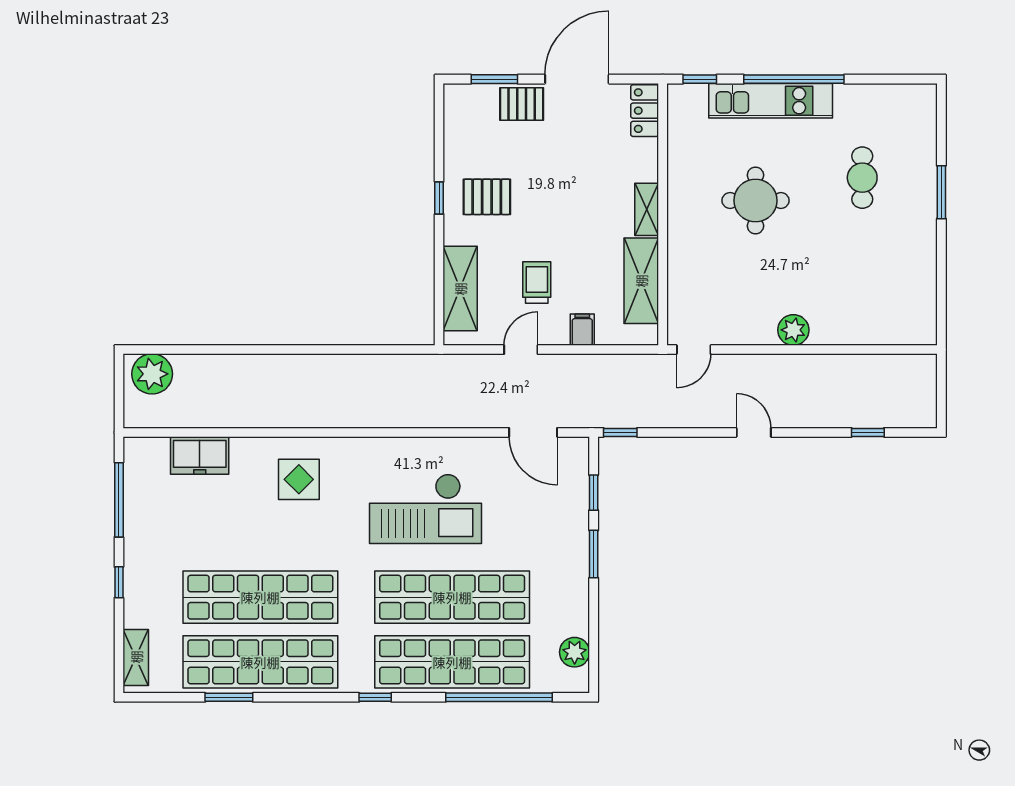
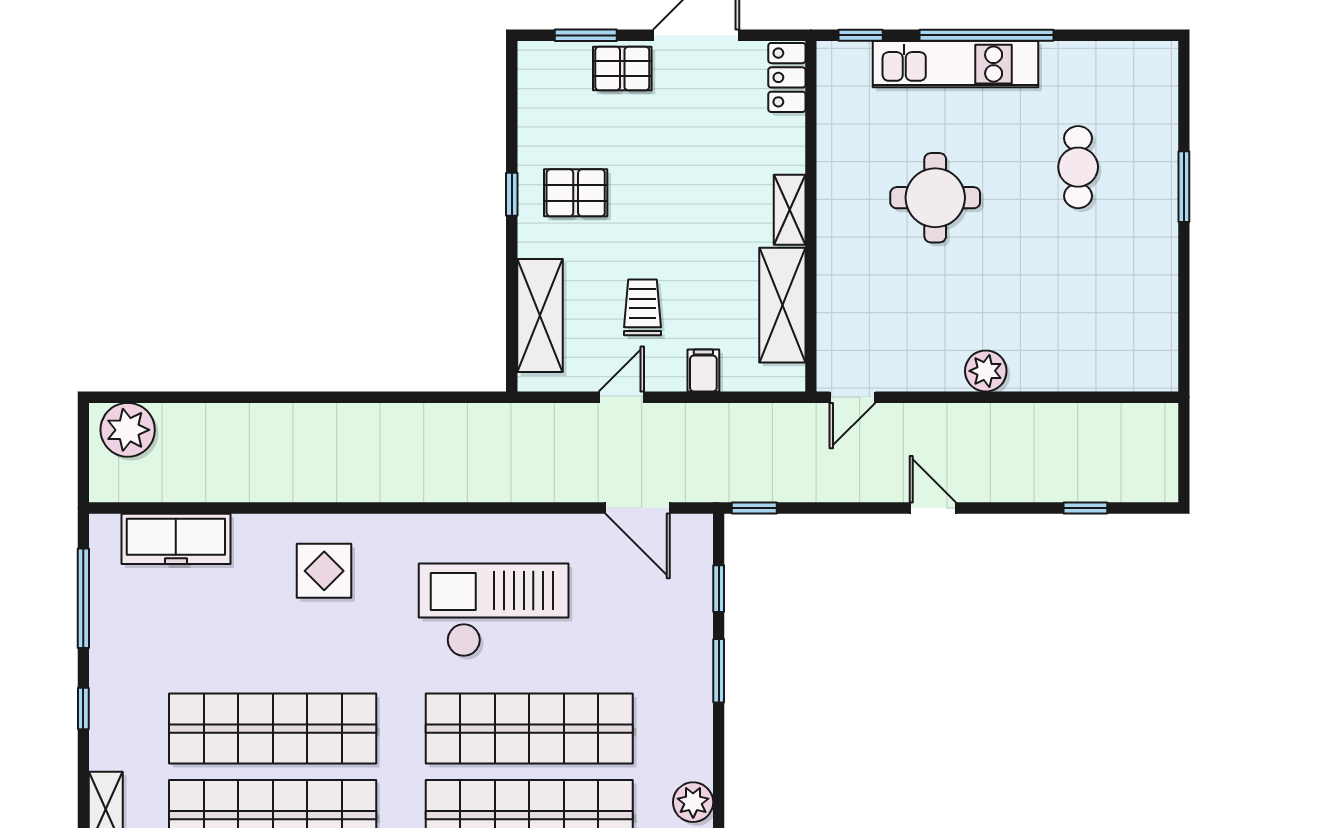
freezer: (200, 455) -> (176, 539), width x1.40
checkout: (426, 509) -> (494, 610), turned 180

